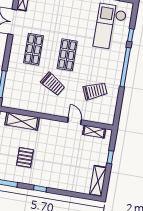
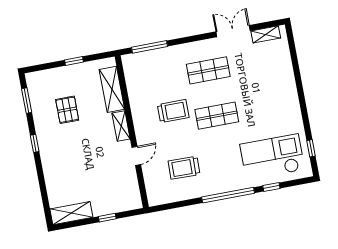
trolley: (53, 84) -> (173, 111), turned -122
trolley: (95, 91) -> (184, 168), turned 114
shelving: (94, 132) -> (121, 126), moved
pallet: (25, 157) -> (67, 110), turned 90

